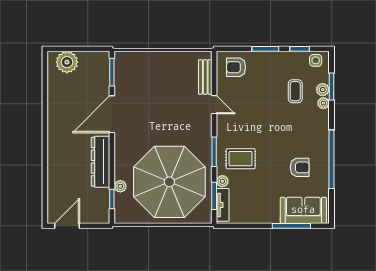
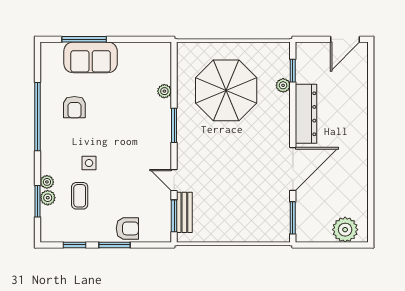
side table: (316, 60) -> (89, 163), moved
armchair: (236, 67) -> (127, 228), moved
rug: (241, 159) -> (143, 117), removed
armchair: (300, 167) -> (74, 107), turned -90
parasol: (169, 182) -> (226, 90), width x0.73, depth x0.73
window: (214, 196) -> (174, 216), moved
tv unit: (223, 205) -> (164, 64), removed
sofa: (303, 210) -> (91, 57), moved

